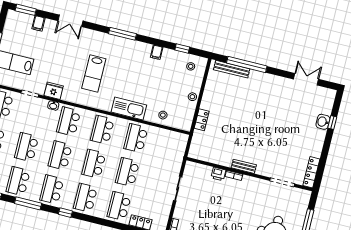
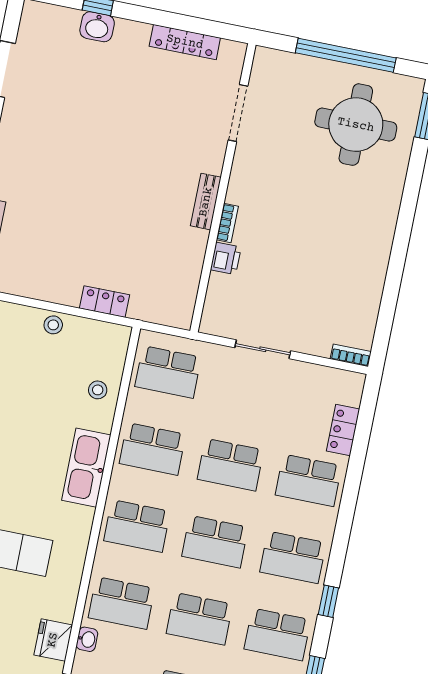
school desk: (169, 146) -> (168, 372), added
locker: (311, 172) -> (185, 42), moved

